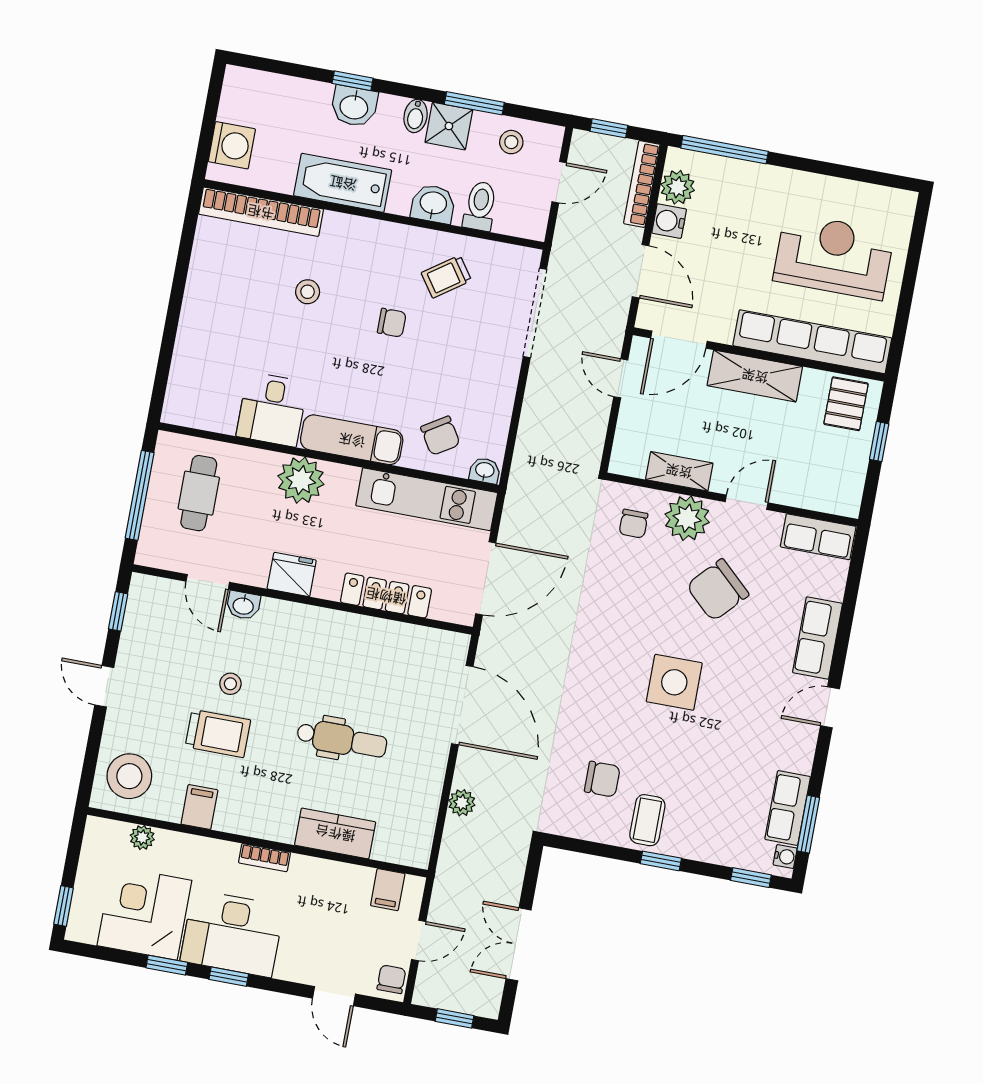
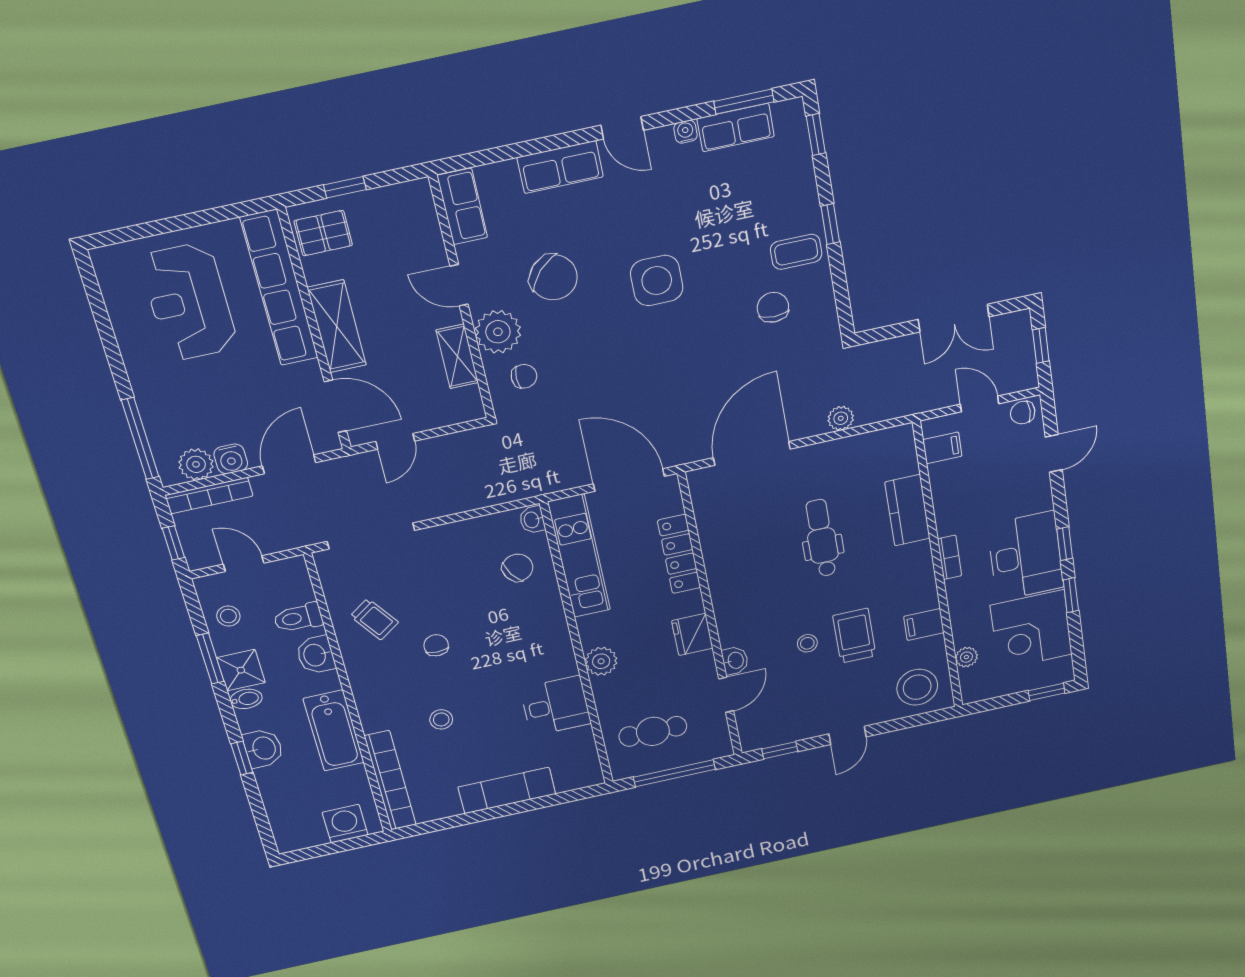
exam couch: (352, 440) -> (507, 791), moved, turned 90
plant: (301, 480) -> (601, 661), width x0.73, depth x0.73
water cooler: (785, 857) -> (686, 132), moved

